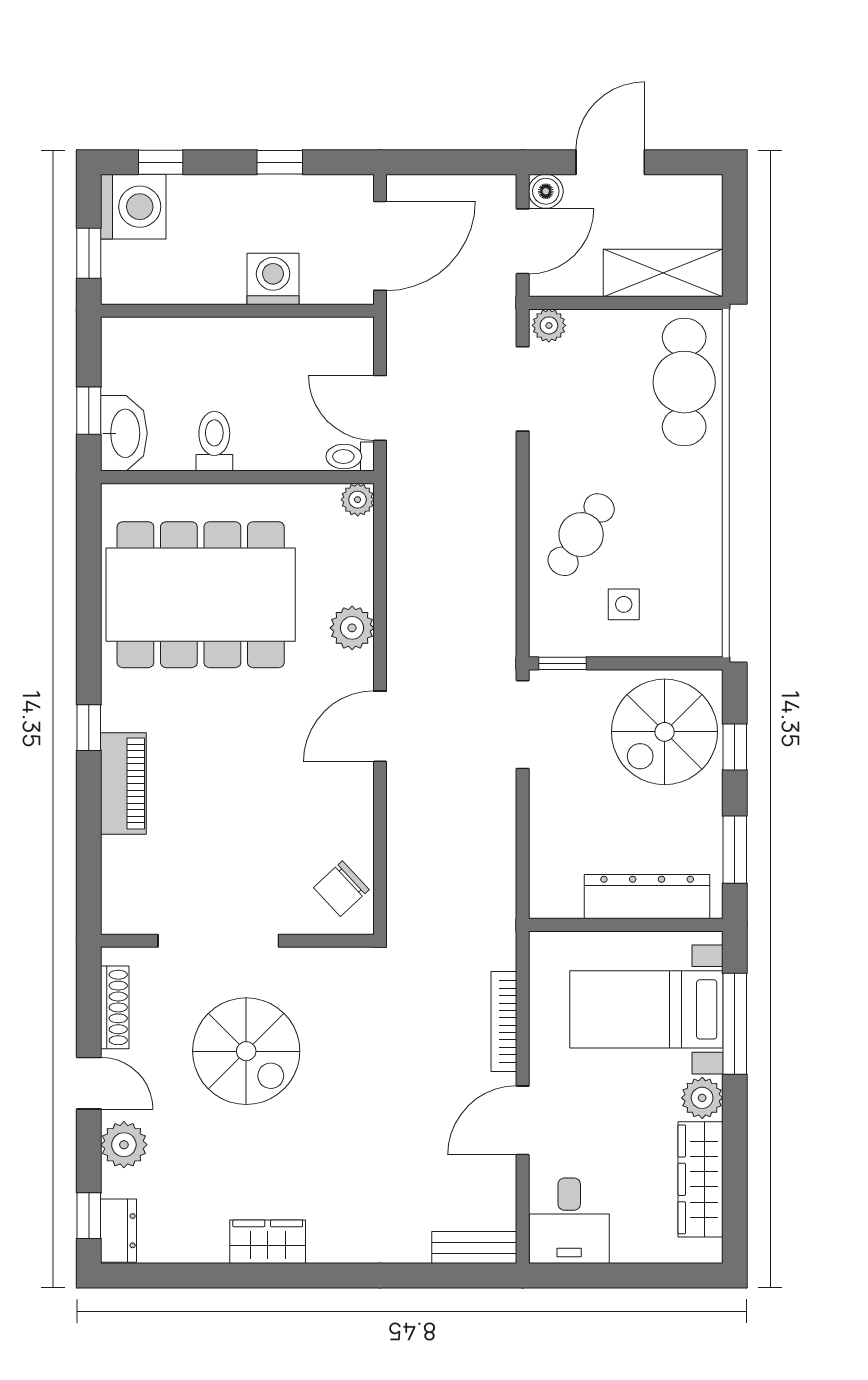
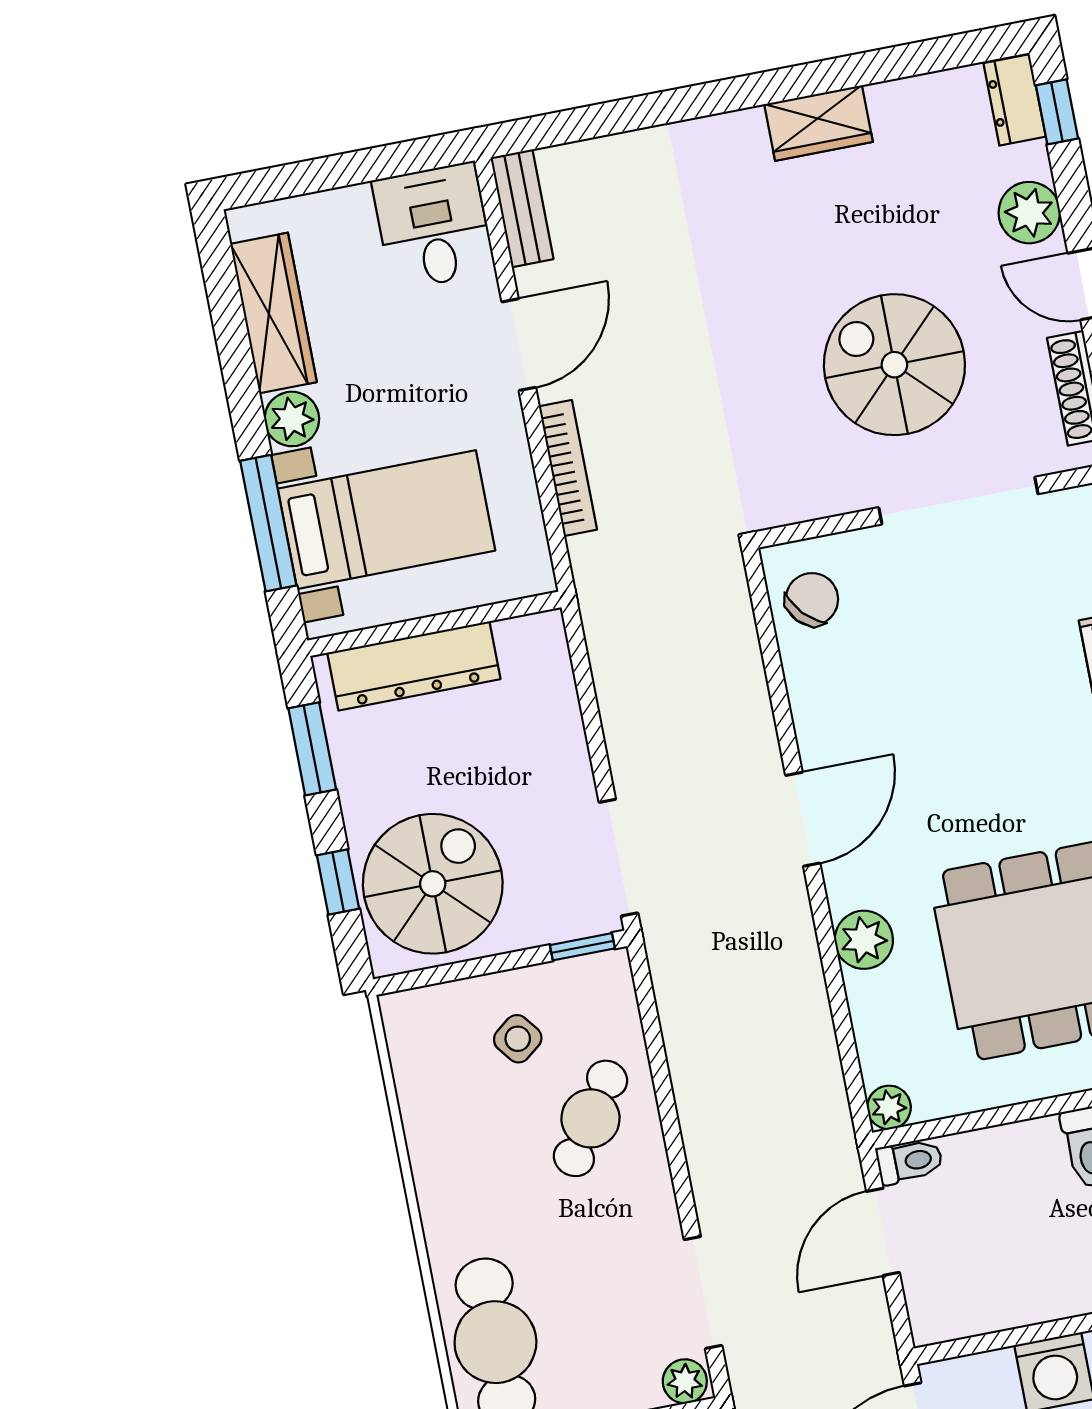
door: (380, 408) -> (883, 1232), swing flipped
side table: (624, 604) -> (518, 1039), turned -38
bench: (474, 1248) -> (522, 208), moved, turned 90

